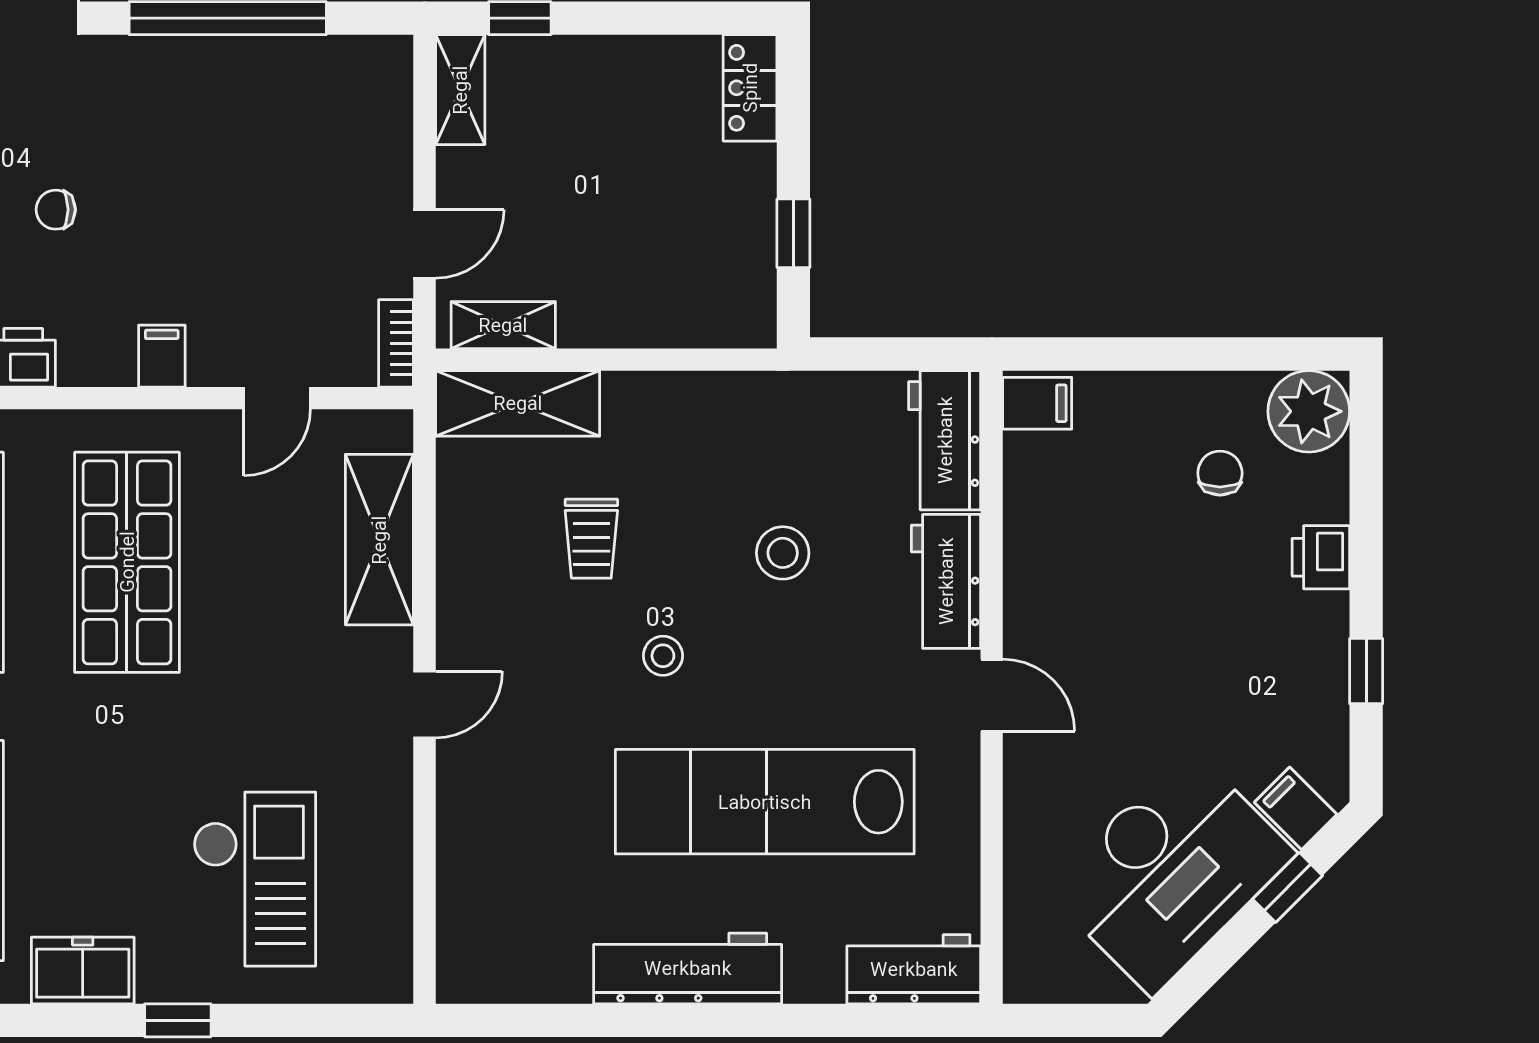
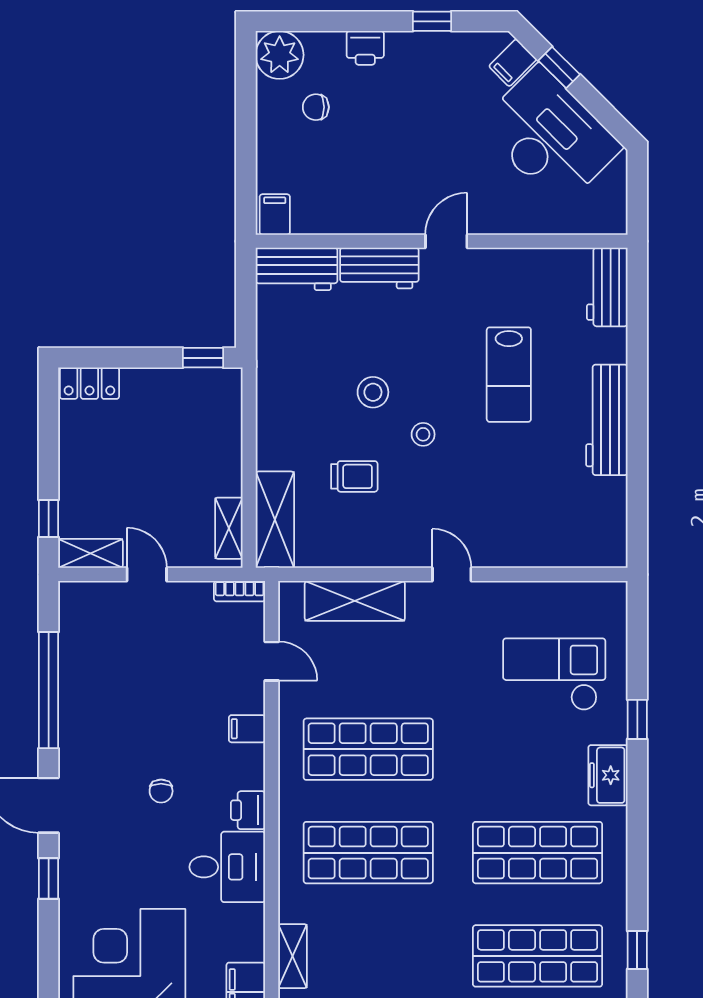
window: (793, 233) -> (203, 358), moved
door: (424, 244) -> (147, 574), moved
stool: (783, 553) -> (373, 392), moved
lab bench: (765, 802) -> (509, 375), width x0.54, depth x0.72

